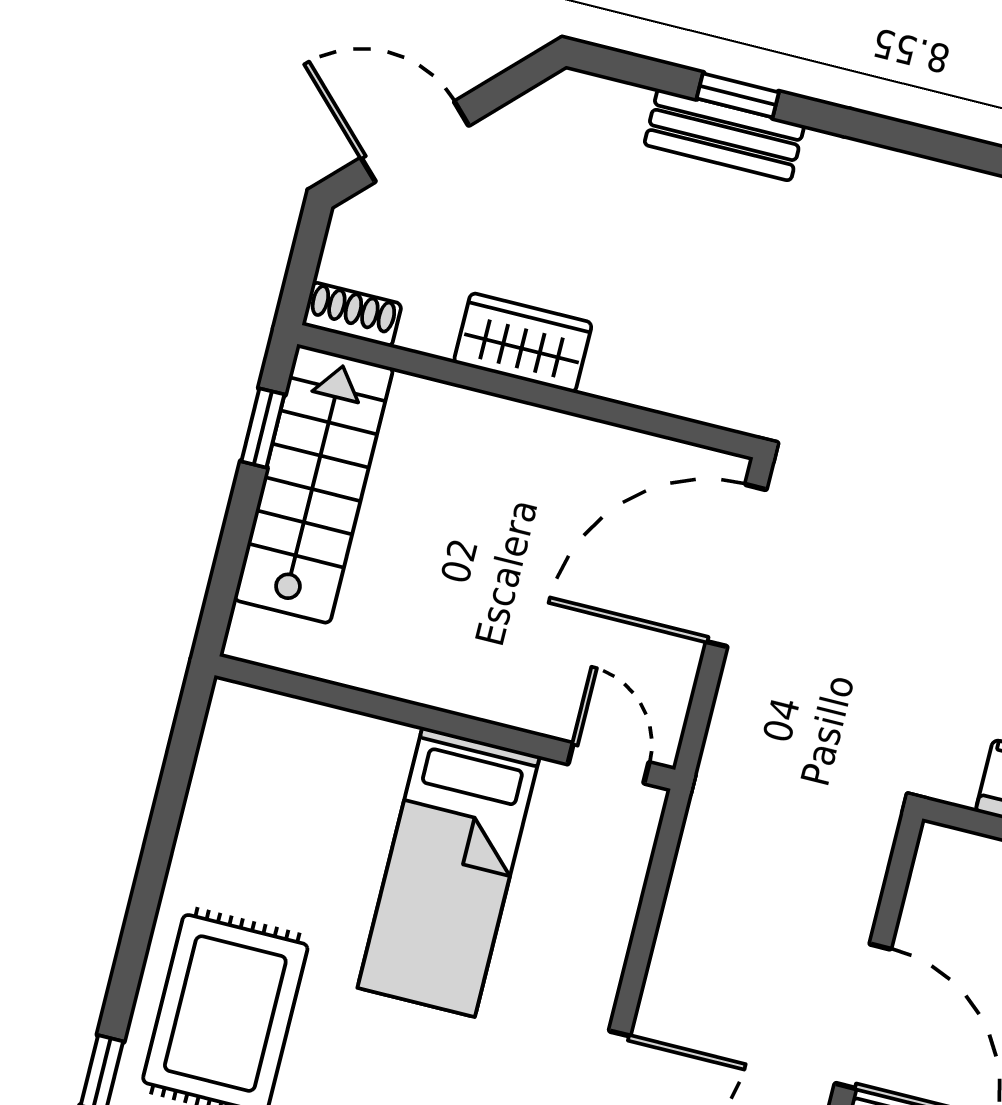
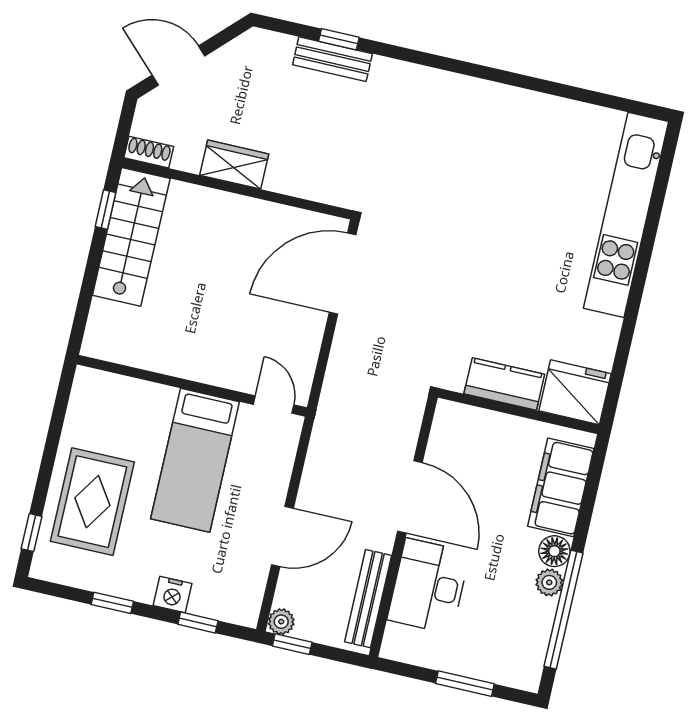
wall: (445, 723) -> (192, 386), moved
door: (608, 763) -> (274, 405), moved
bed: (449, 872) -> (195, 460), moved

